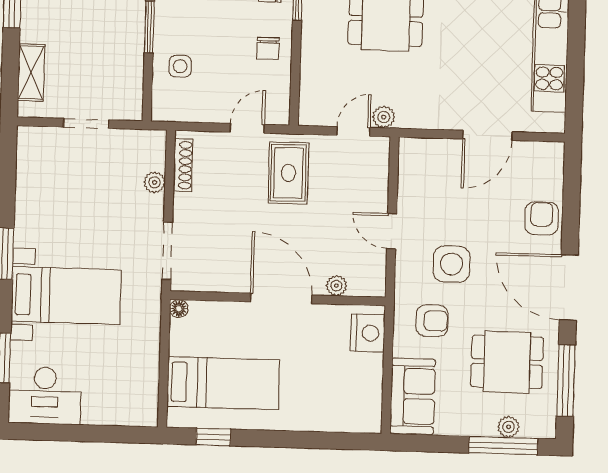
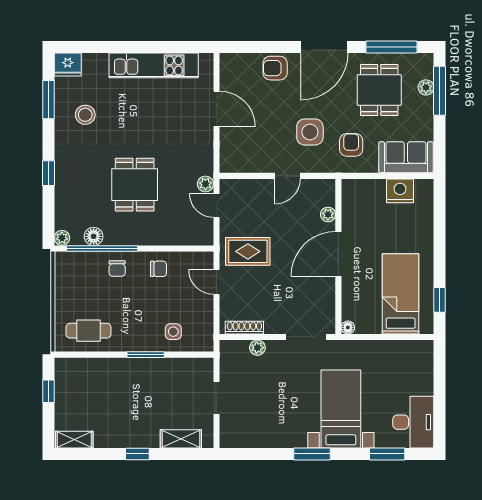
nightstand: (368, 333) -> (400, 191), moved

